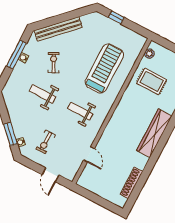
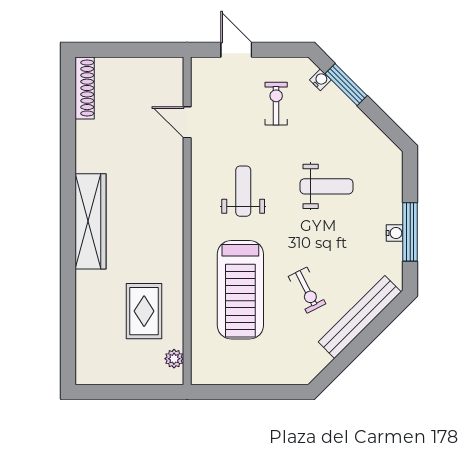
window: (116, 17) -> (267, 392), removed
exercise bike: (54, 63) -> (307, 290), moved
rug: (152, 81) -> (144, 311), turned 90
weight bench: (80, 111) -> (243, 191), turned -90
shoe rack: (131, 183) -> (85, 88), moved

